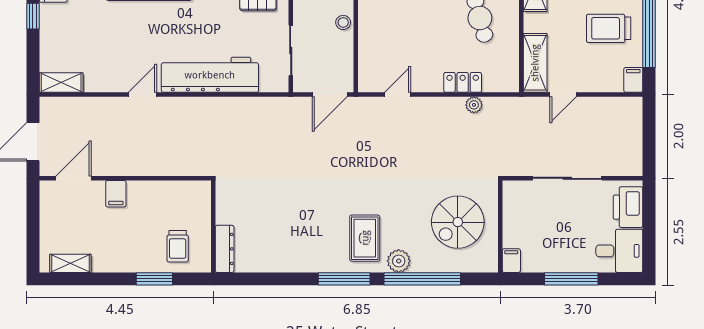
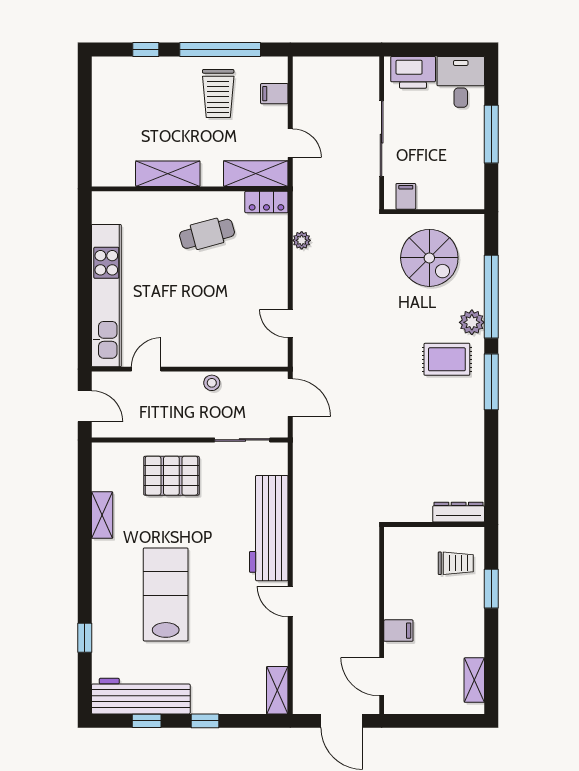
filing cabinet: (633, 80) -> (274, 94), moved
locker: (463, 82) -> (266, 202), moved, turned -90
filing cabinet: (511, 261) -> (406, 196), moved, turned 90

